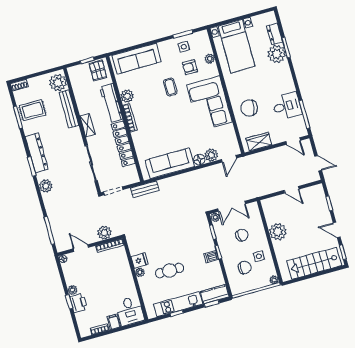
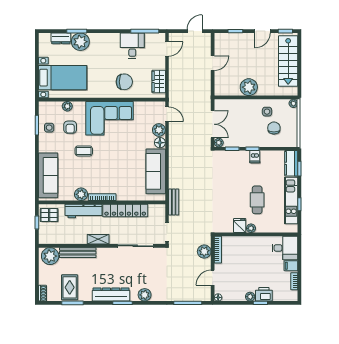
chair: (249, 108) -> (124, 82), turned -101
chair: (242, 235) -> (243, 122), removed

